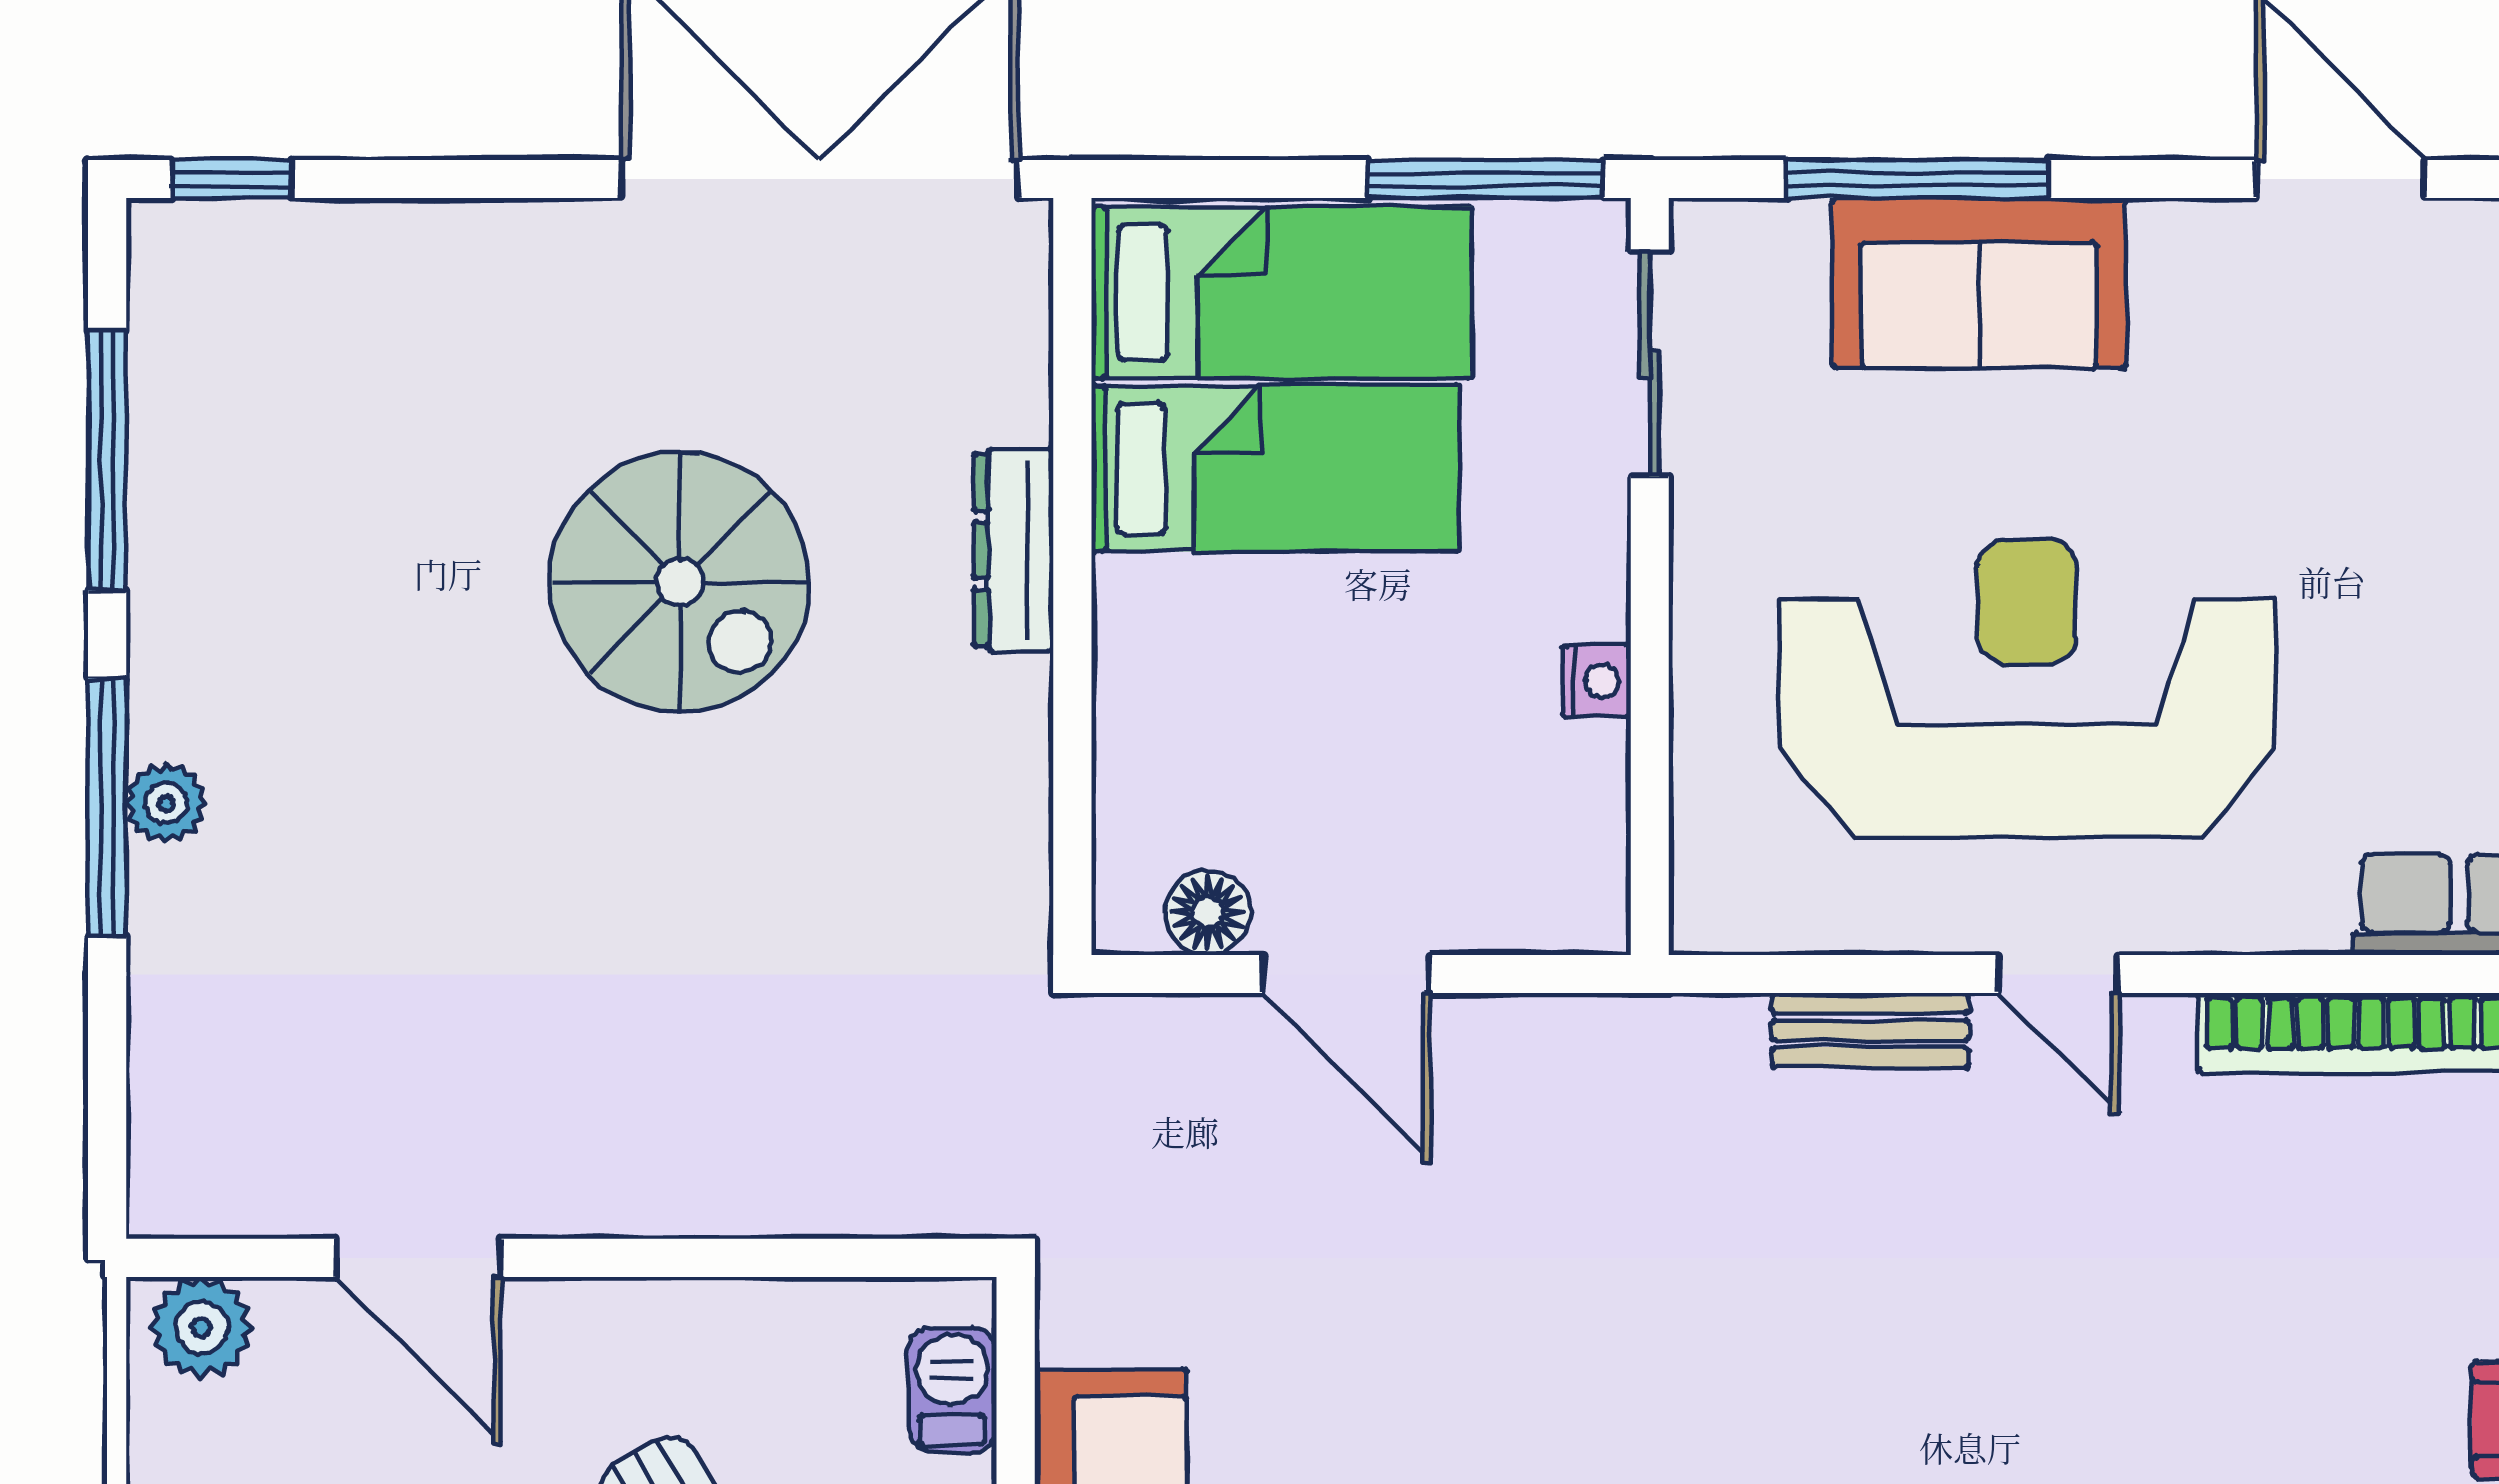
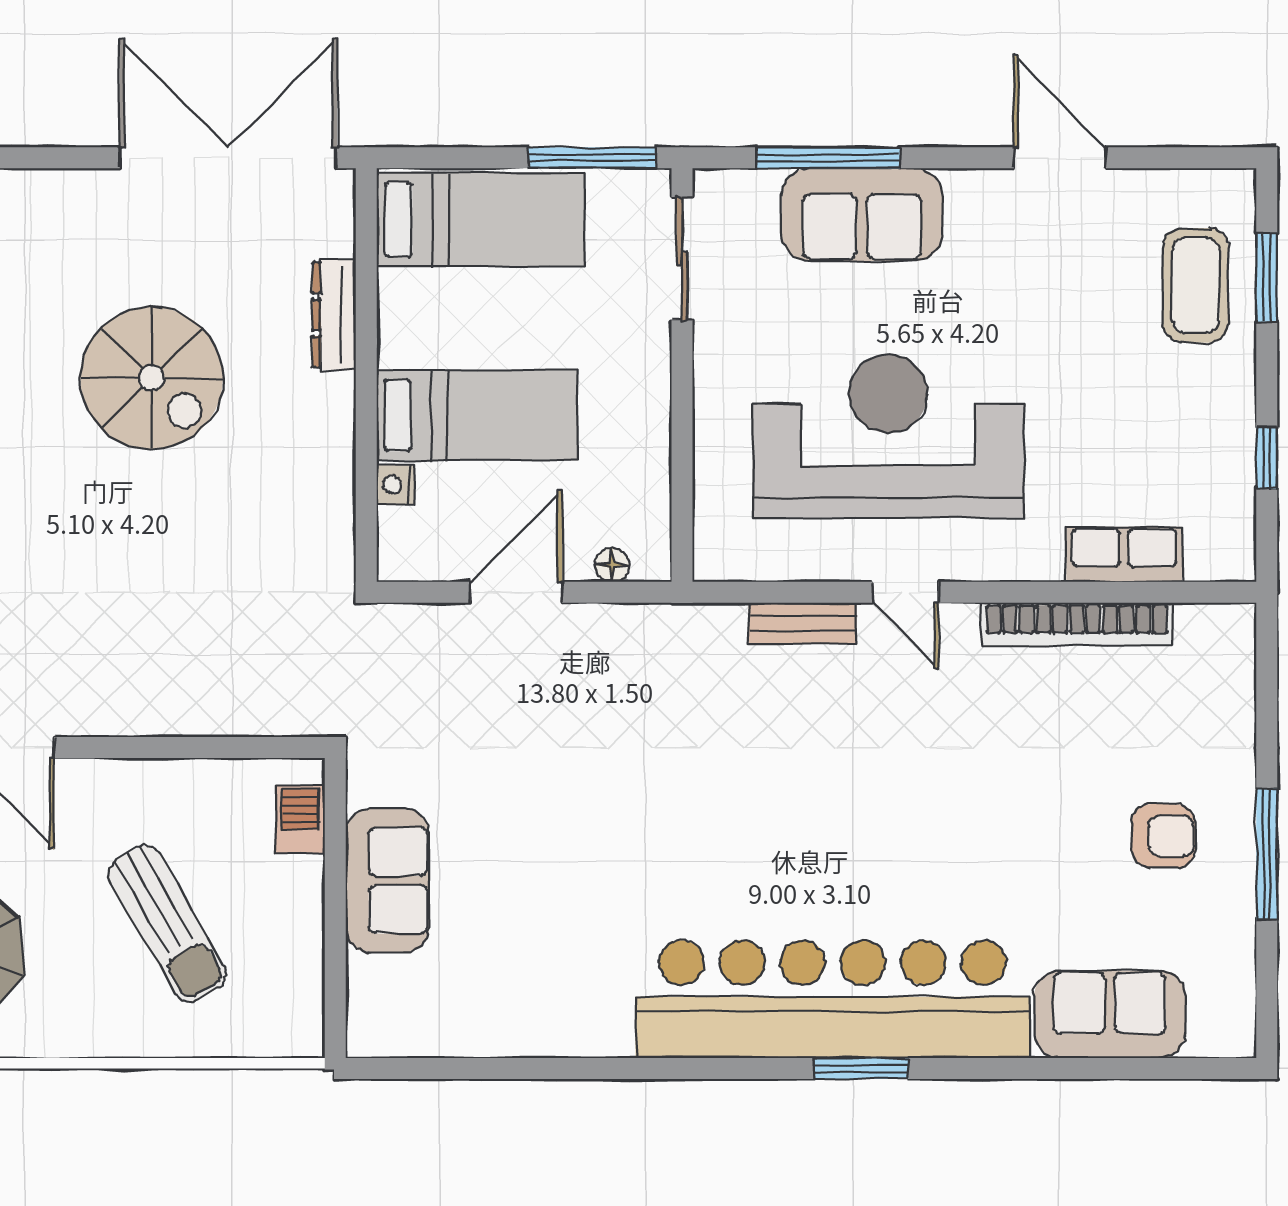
bed: (1275, 469) -> (477, 415), moved
dresser: (1014, 550) -> (334, 315), moved
nightstand: (1597, 681) -> (395, 484), moved, turned 180
floor lamp: (1208, 912) -> (612, 565), moved, width x0.73, depth x0.73
door: (1347, 974) -> (516, 592), swing flipped

